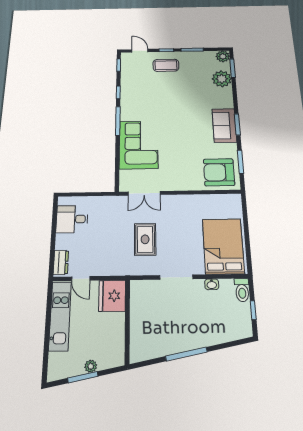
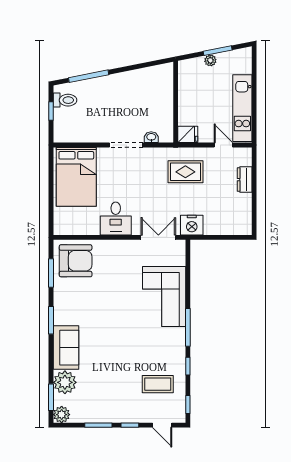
coffee table: (166, 65) -> (158, 384), moved
sofa: (224, 125) -> (66, 348), moved
nightstand: (113, 204) -> (192, 225), added
desk: (72, 219) -> (116, 218), moved, turned 90
rug: (145, 239) -> (185, 172), moved, turned 90
dresser: (61, 262) -> (245, 180), moved
washbasin: (212, 284) -> (151, 137), moved
toilet: (242, 290) -> (65, 100), moved, turned 90
fridge: (112, 296) -> (188, 134), width x0.53, depth x0.75
window: (186, 354) -> (89, 76), moved

